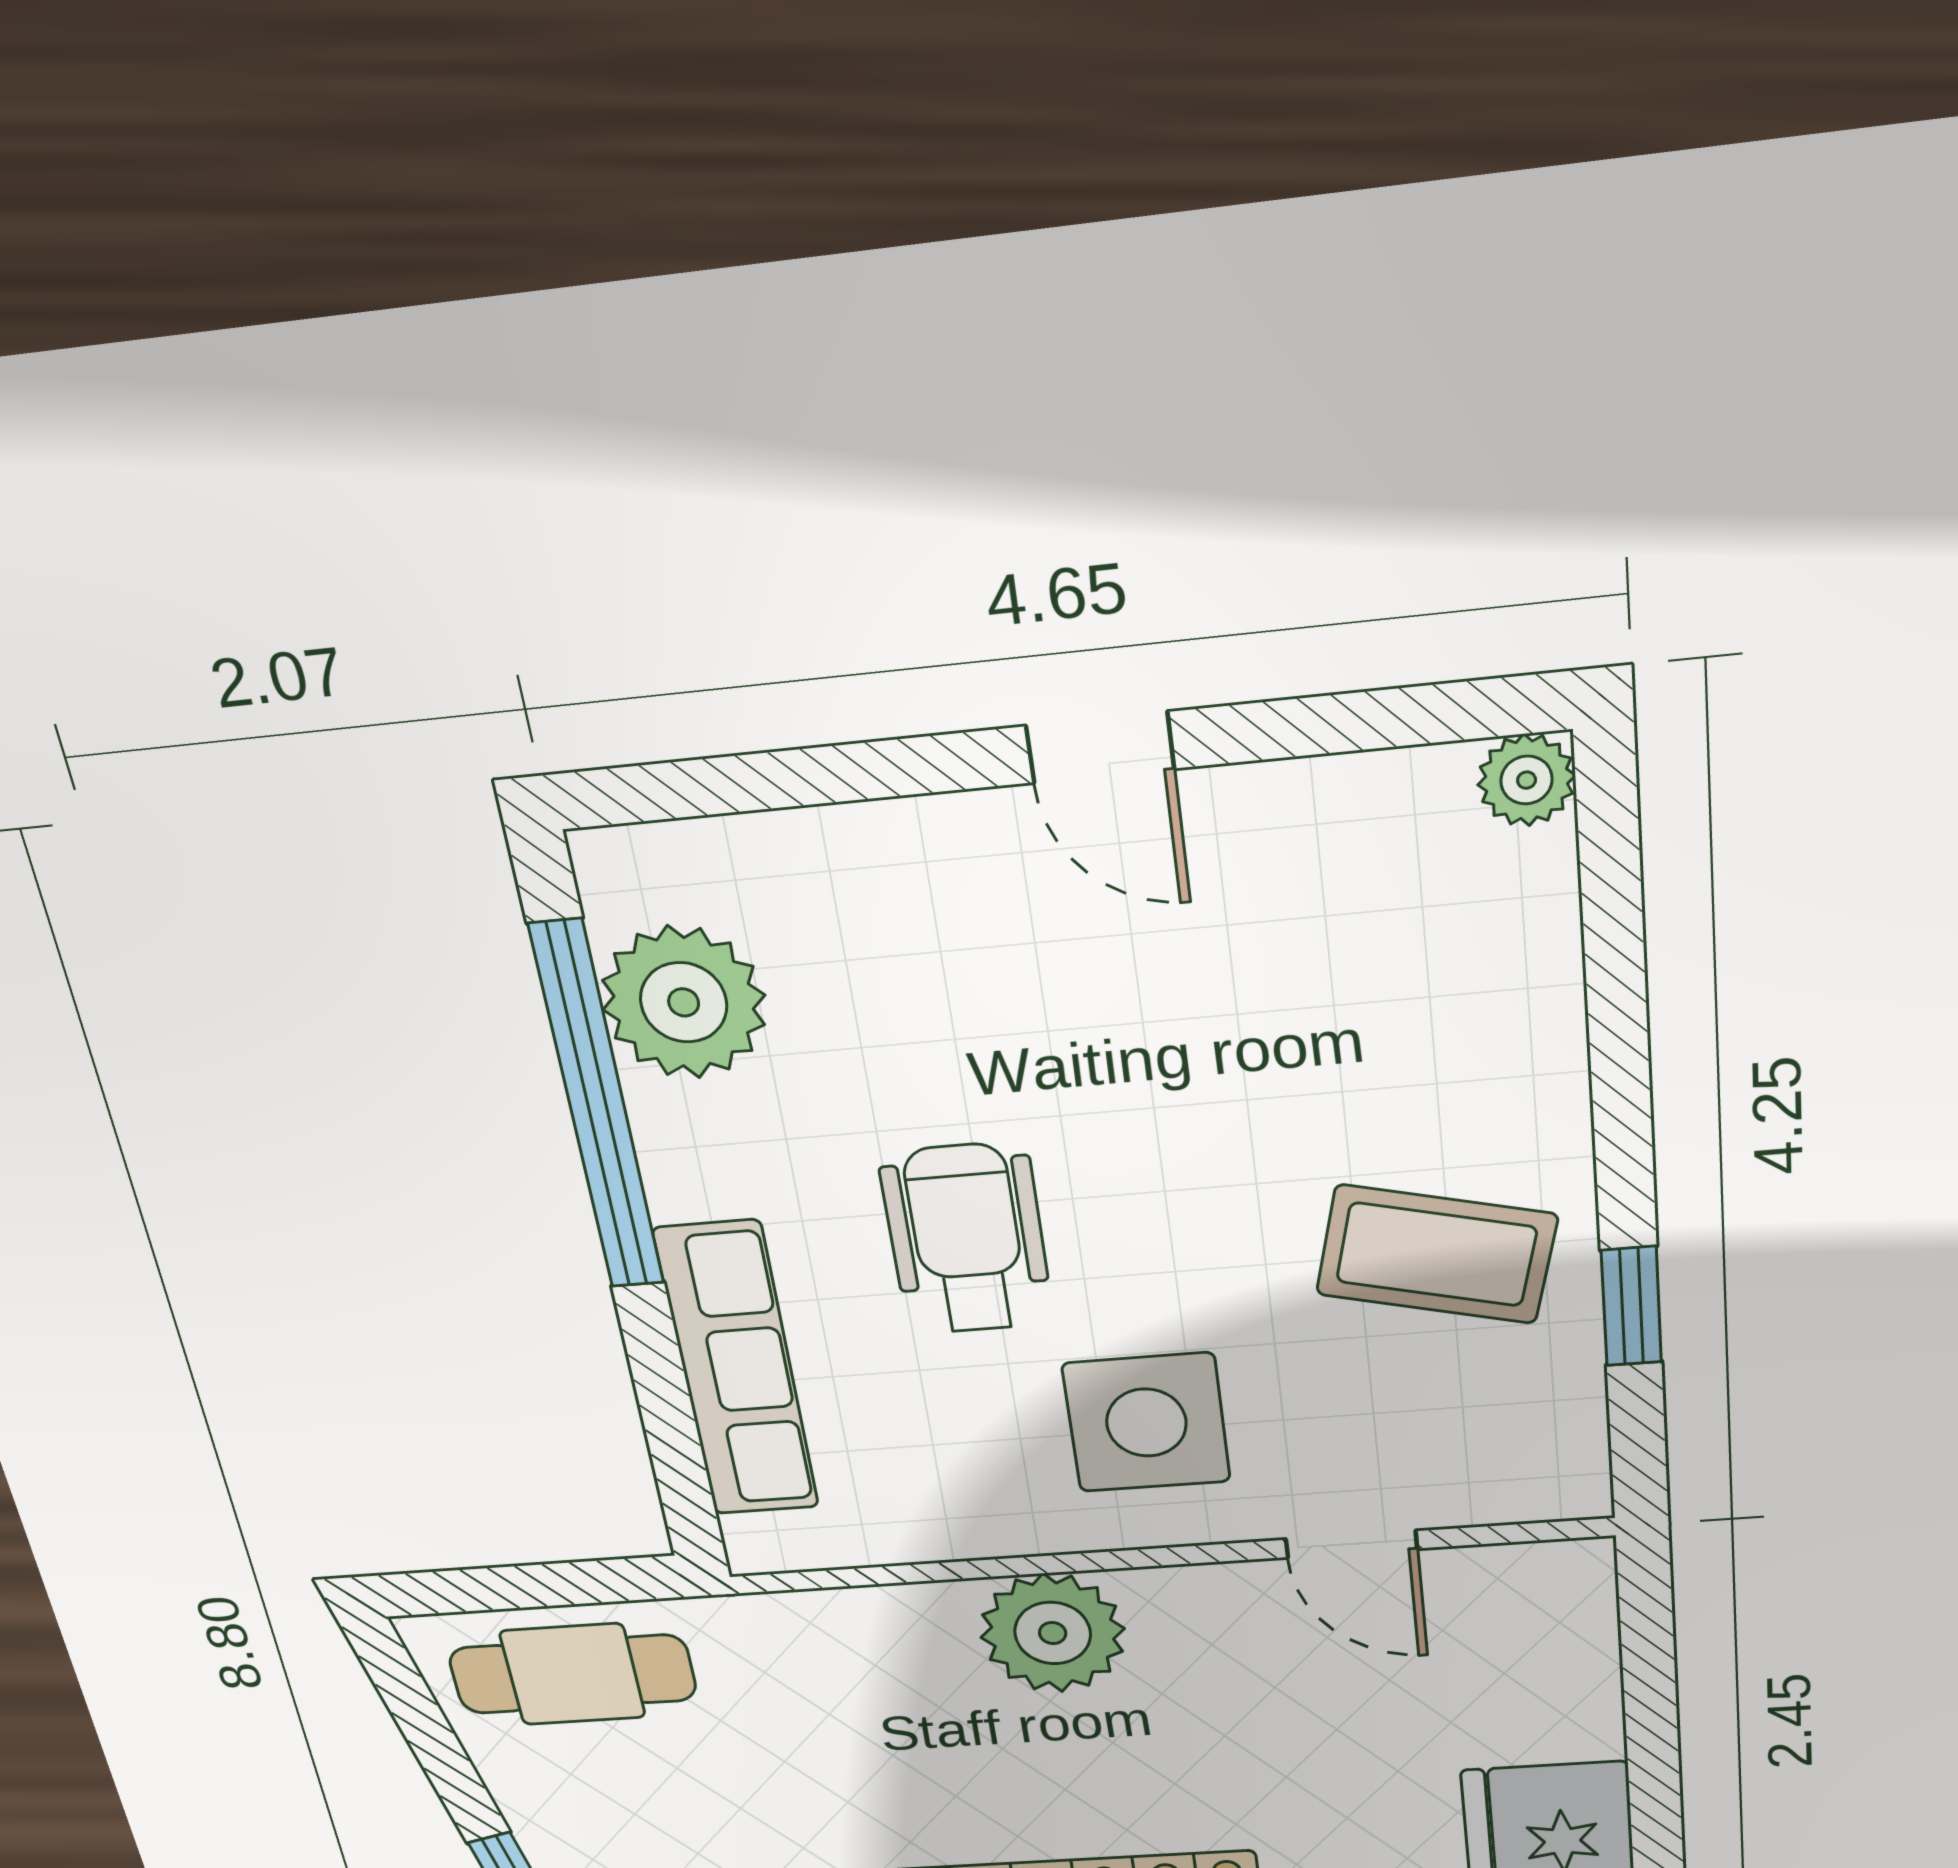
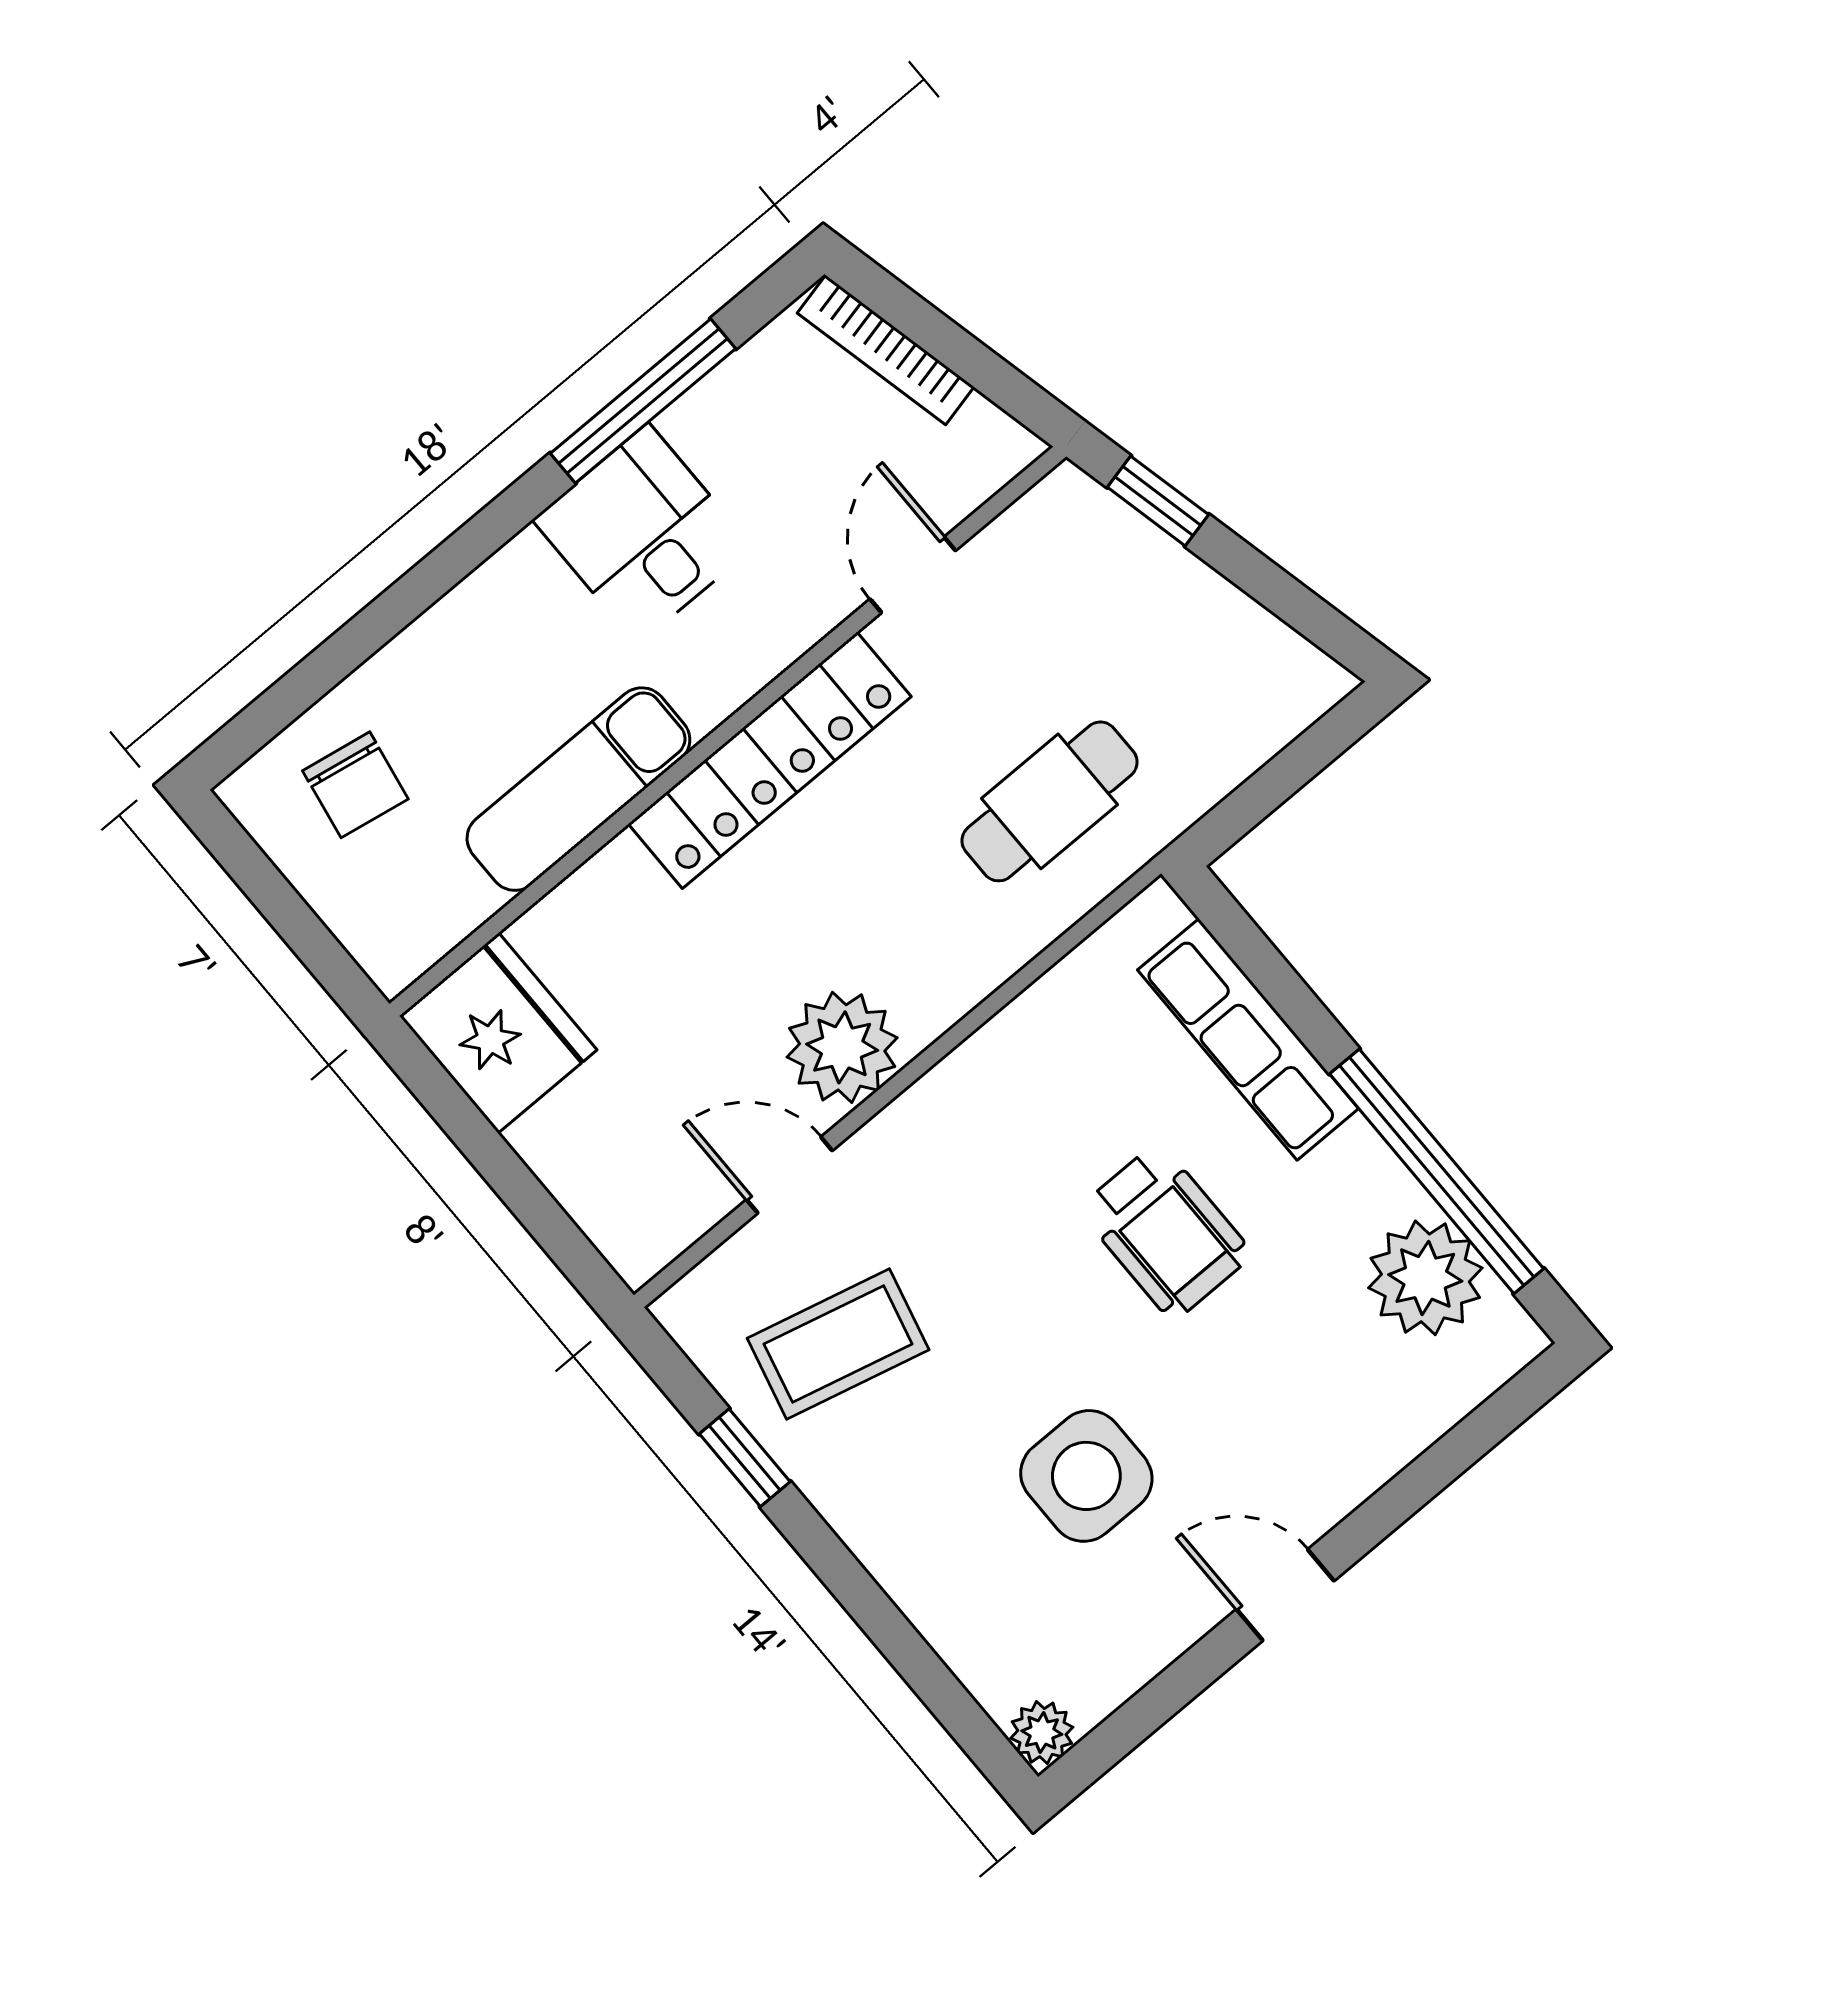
coffee table: (1436, 1254) -> (838, 1344), moved
side table: (1146, 1423) -> (1086, 1476), moved
plant: (1053, 1633) -> (842, 1047), moved
cafe table: (573, 1674) -> (1050, 801), moved

